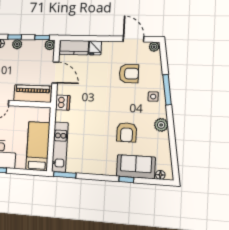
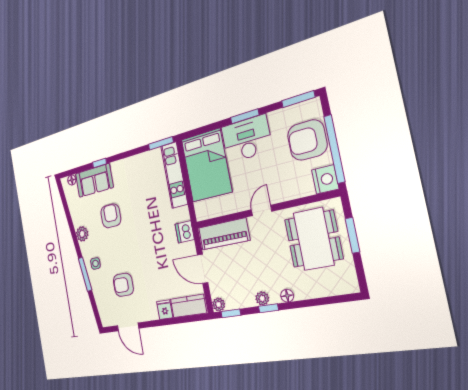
plant: (154, 47) -> (107, 321), removed
bed: (38, 146) -> (206, 165), width x1.50

